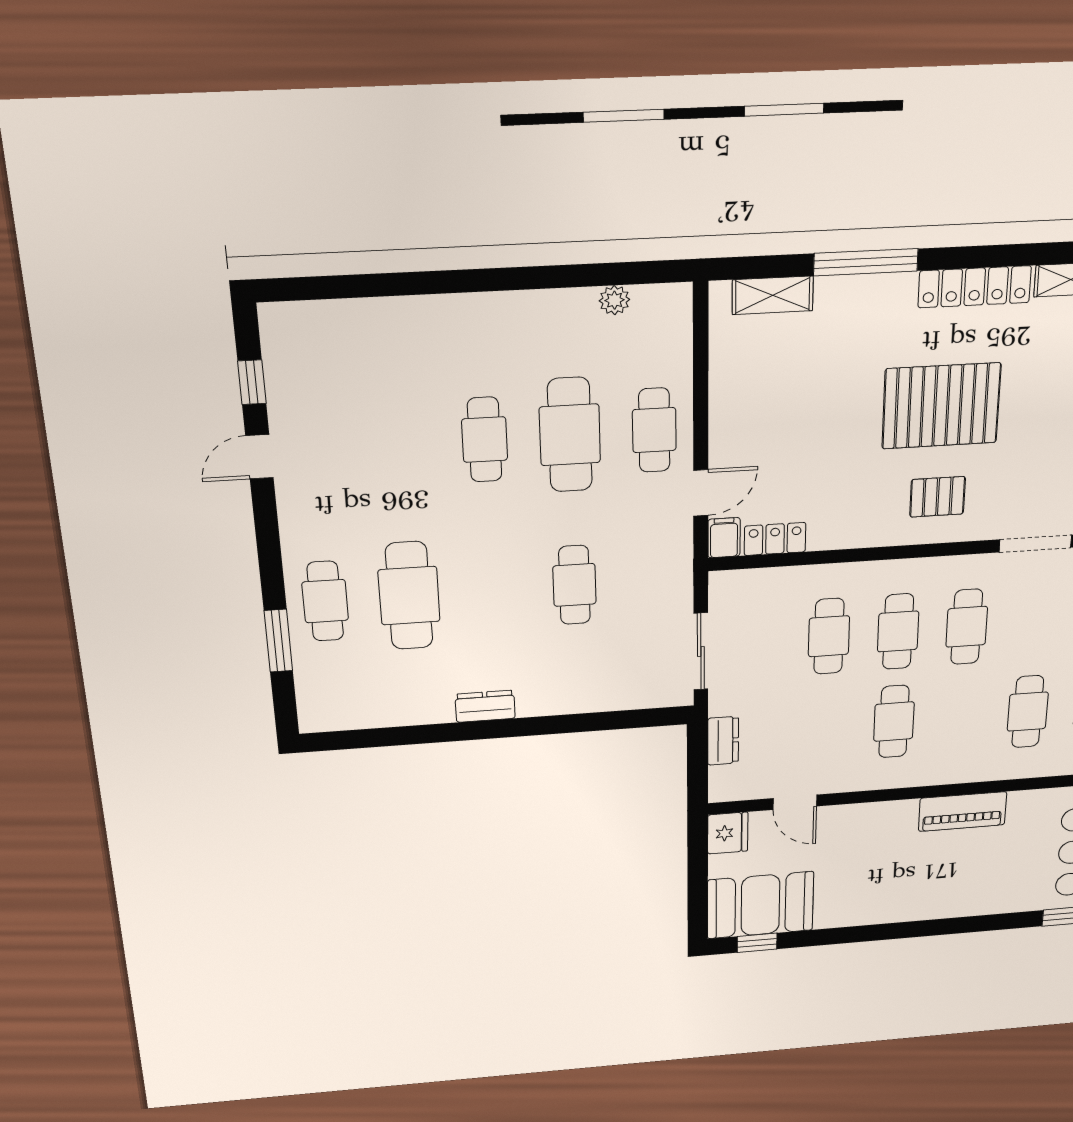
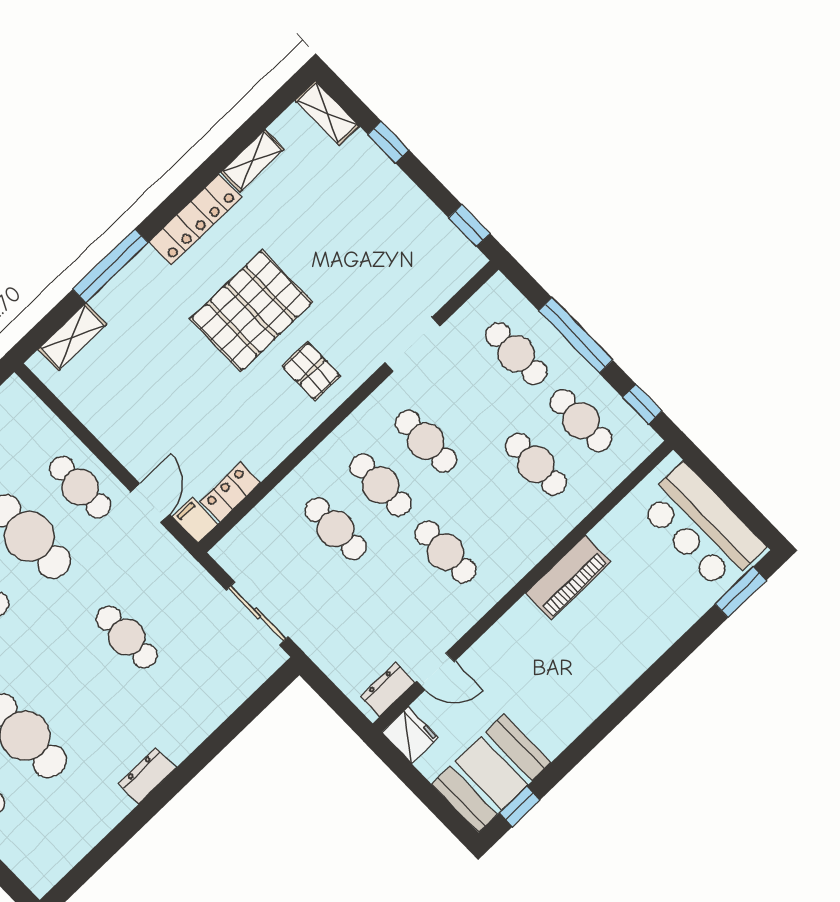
pallet: (938, 497) -> (311, 371), turned 90
dresser: (723, 741) -> (388, 689), moved, turned -90

